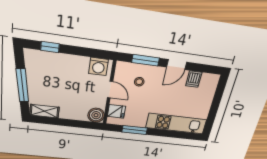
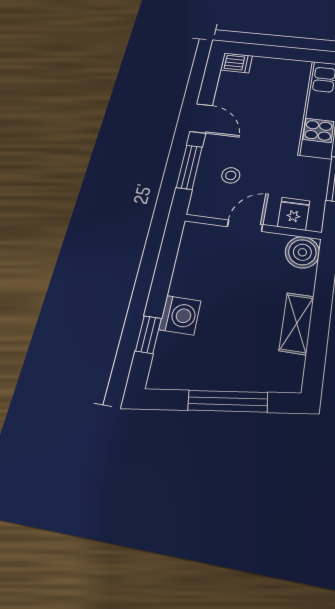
washing machine: (99, 66) -> (180, 315), moved
dishwasher: (194, 79) -> (236, 63), moved
shelving: (45, 111) -> (297, 323), moved

